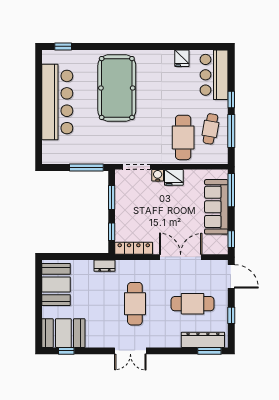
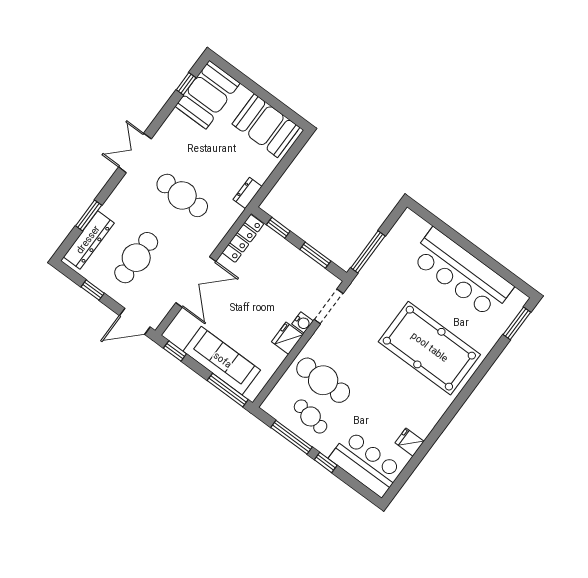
window: (63, 46) -> (517, 323), width x1.50
window: (209, 351) -> (89, 216), moved

